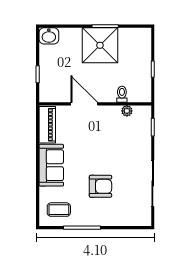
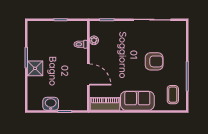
washbasin: (49, 36) -> (51, 104), moved, turned -90
shower: (100, 45) -> (35, 68), width x0.54, depth x0.54
door: (84, 104) -> (88, 74), swing flipped
armchair: (100, 186) -> (154, 61), turned 90

